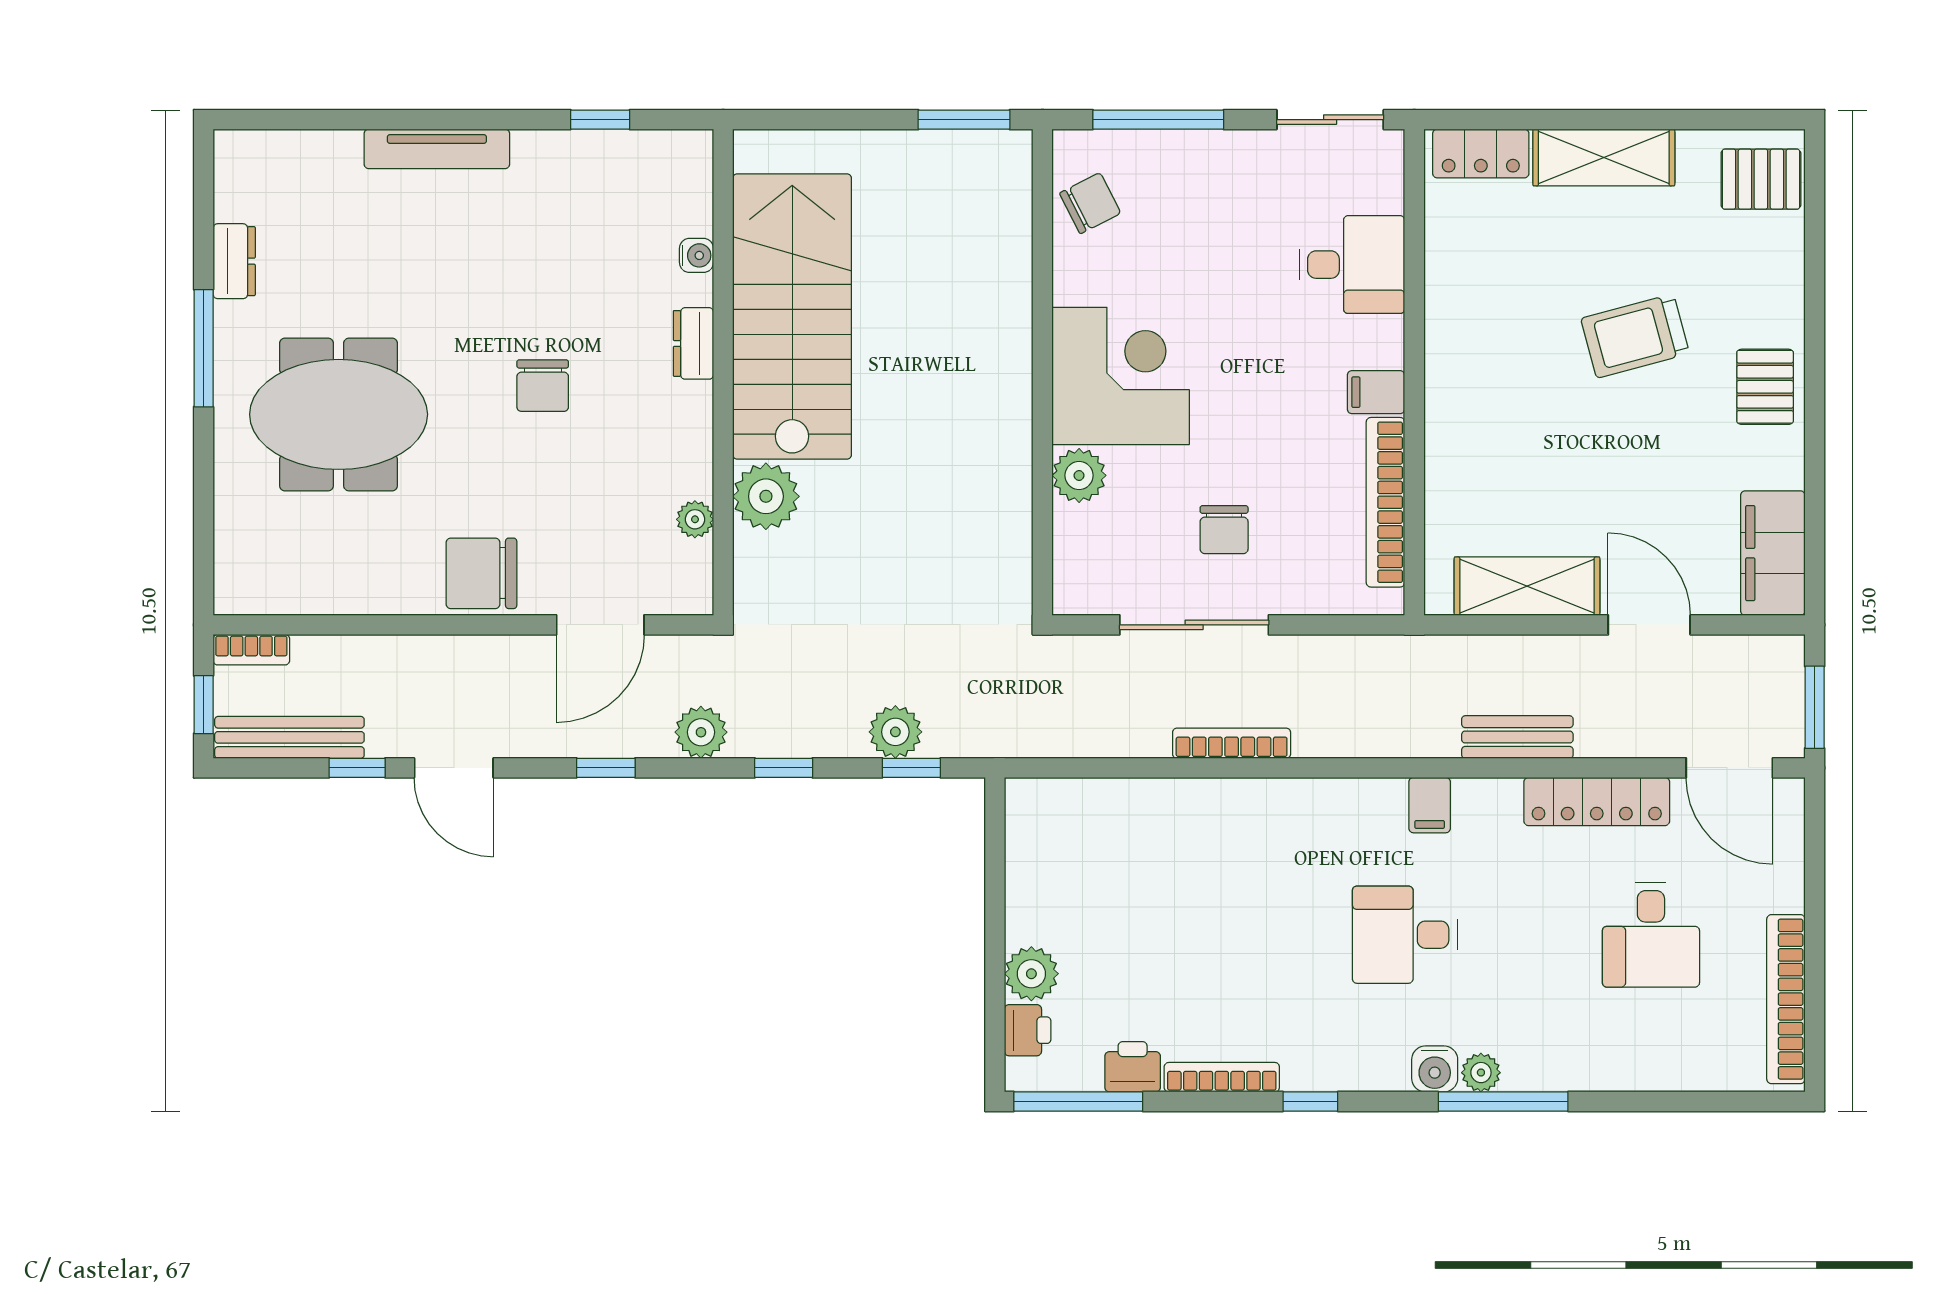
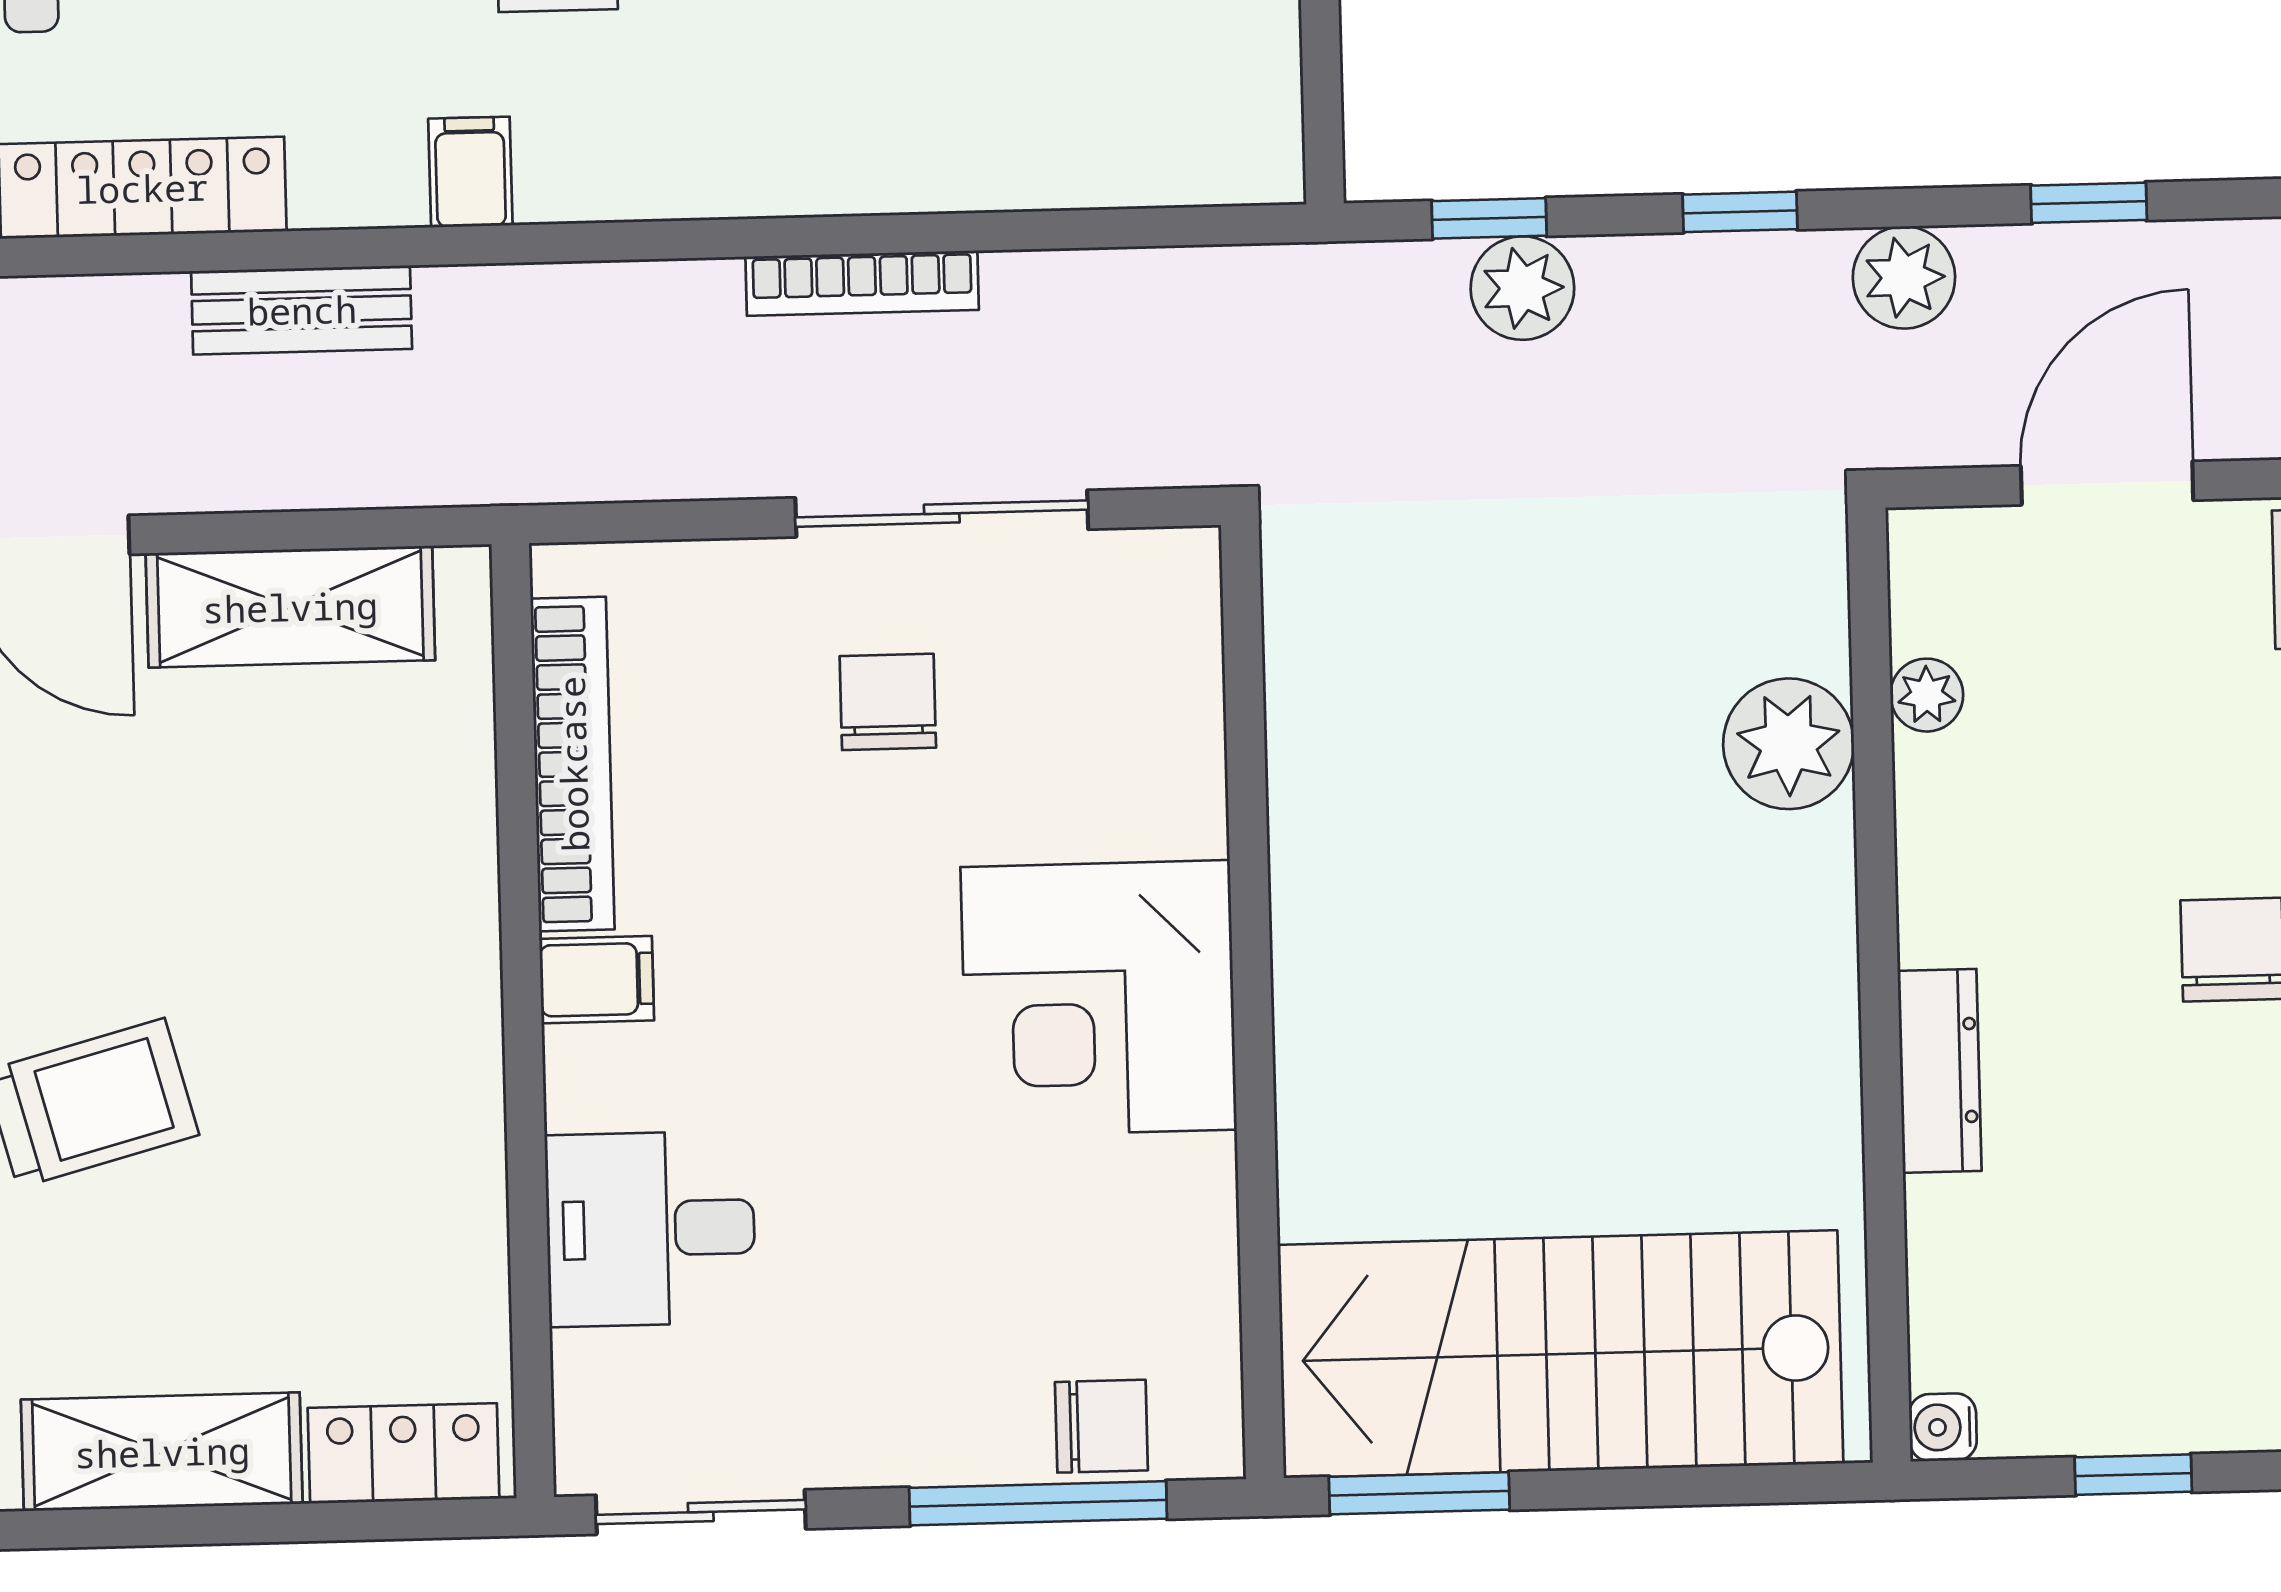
chair: (1090, 203) -> (1101, 1426), moved, turned -153
water cooler: (696, 255) -> (1943, 1427), moved
stairs: (792, 317) -> (1560, 1354), moved, turned 90
dresser: (693, 343) -> (1940, 1071), width x1.44
plant: (1079, 475) -> (1175, 801), removed

